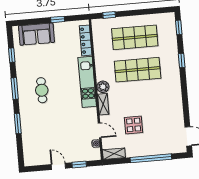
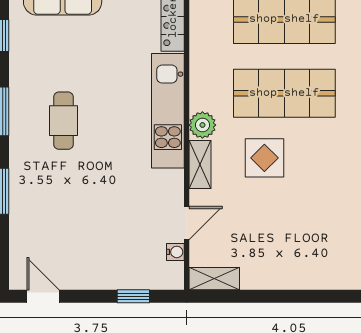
display table: (134, 125) -> (264, 158), moved
door: (100, 130) -> (187, 223), hinge flipped
window: (151, 158) -> (297, 296), removed
door: (58, 166) -> (43, 296), moved

